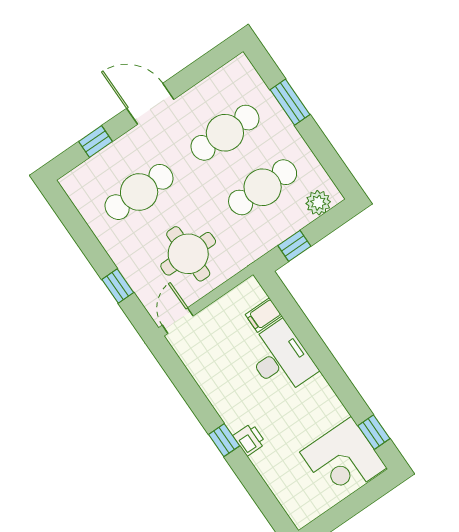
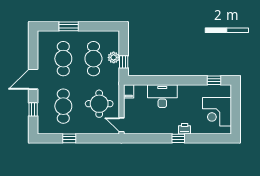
plant: (318, 203) -> (114, 57), moved
window: (118, 286) -> (69, 138), moved
filing cabinet: (264, 315) -> (129, 91), moved
corner desk: (343, 460) -> (217, 112), moved, turned 90

